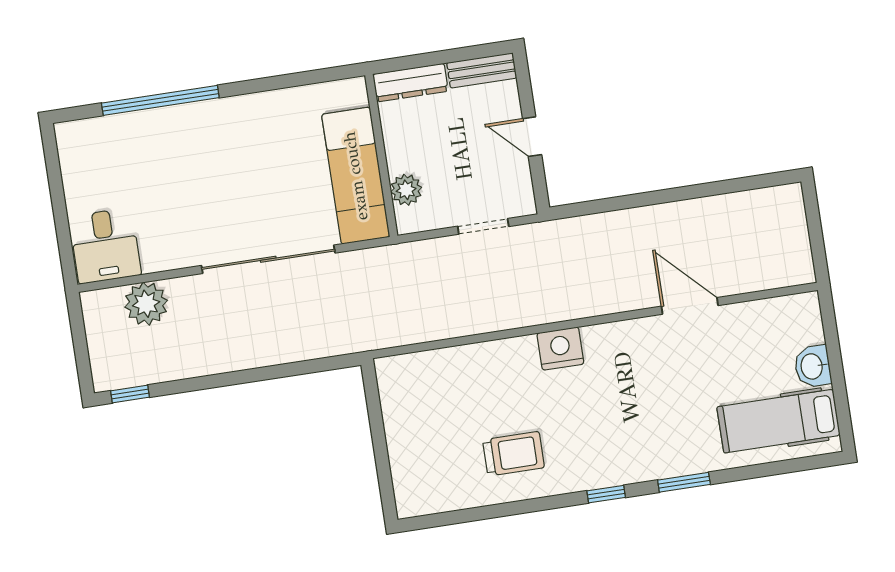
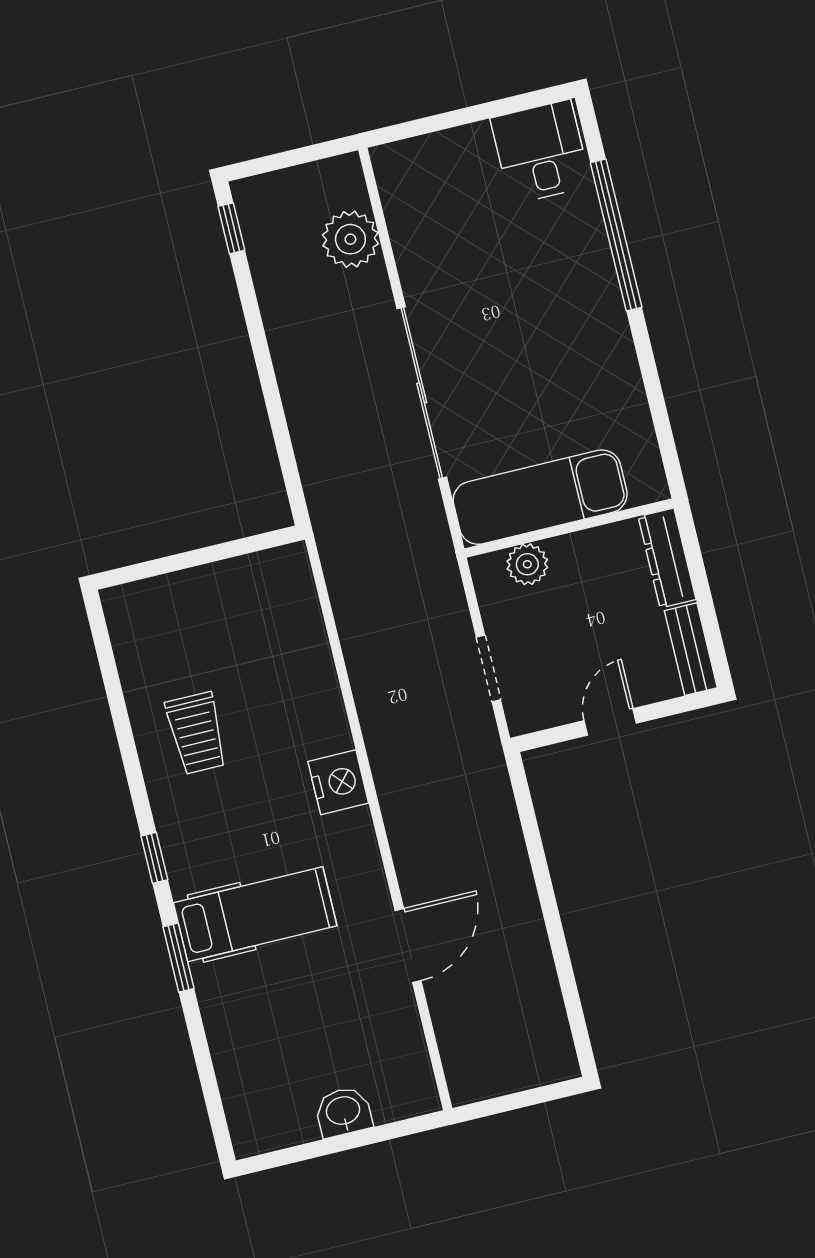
desk: (105, 246) -> (541, 152), moved, turned 90
hospital bed: (778, 421) -> (255, 914), moved, turned 90

